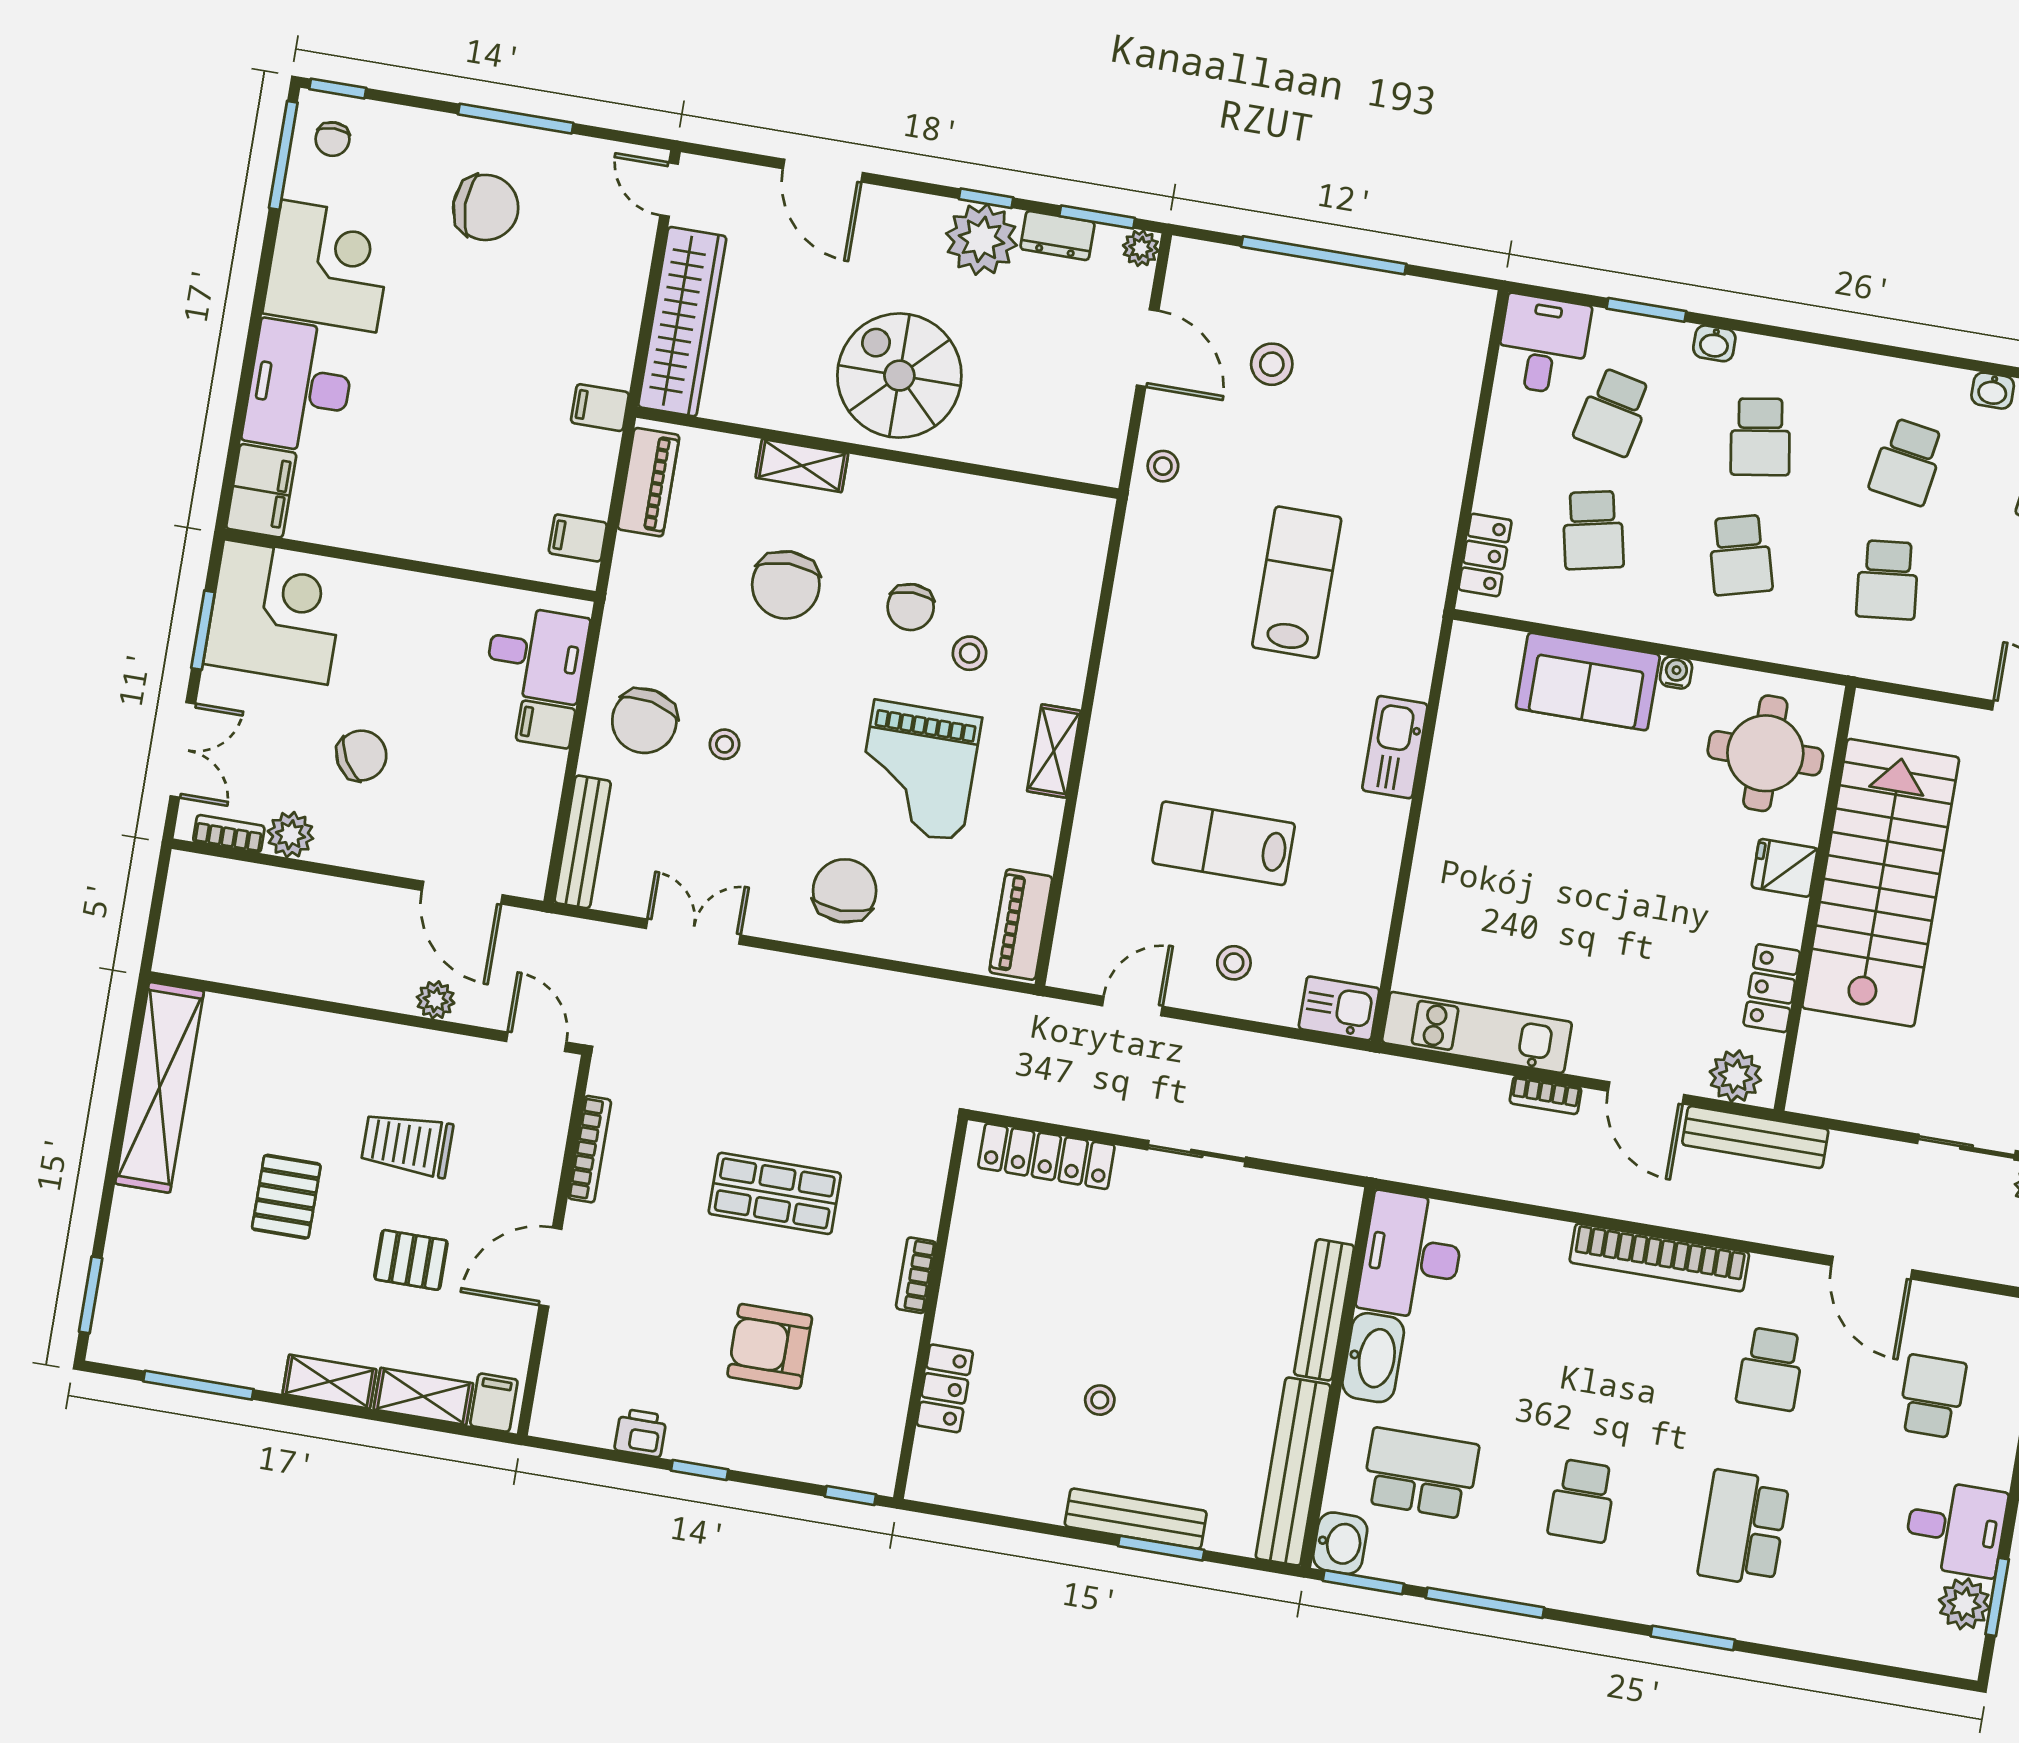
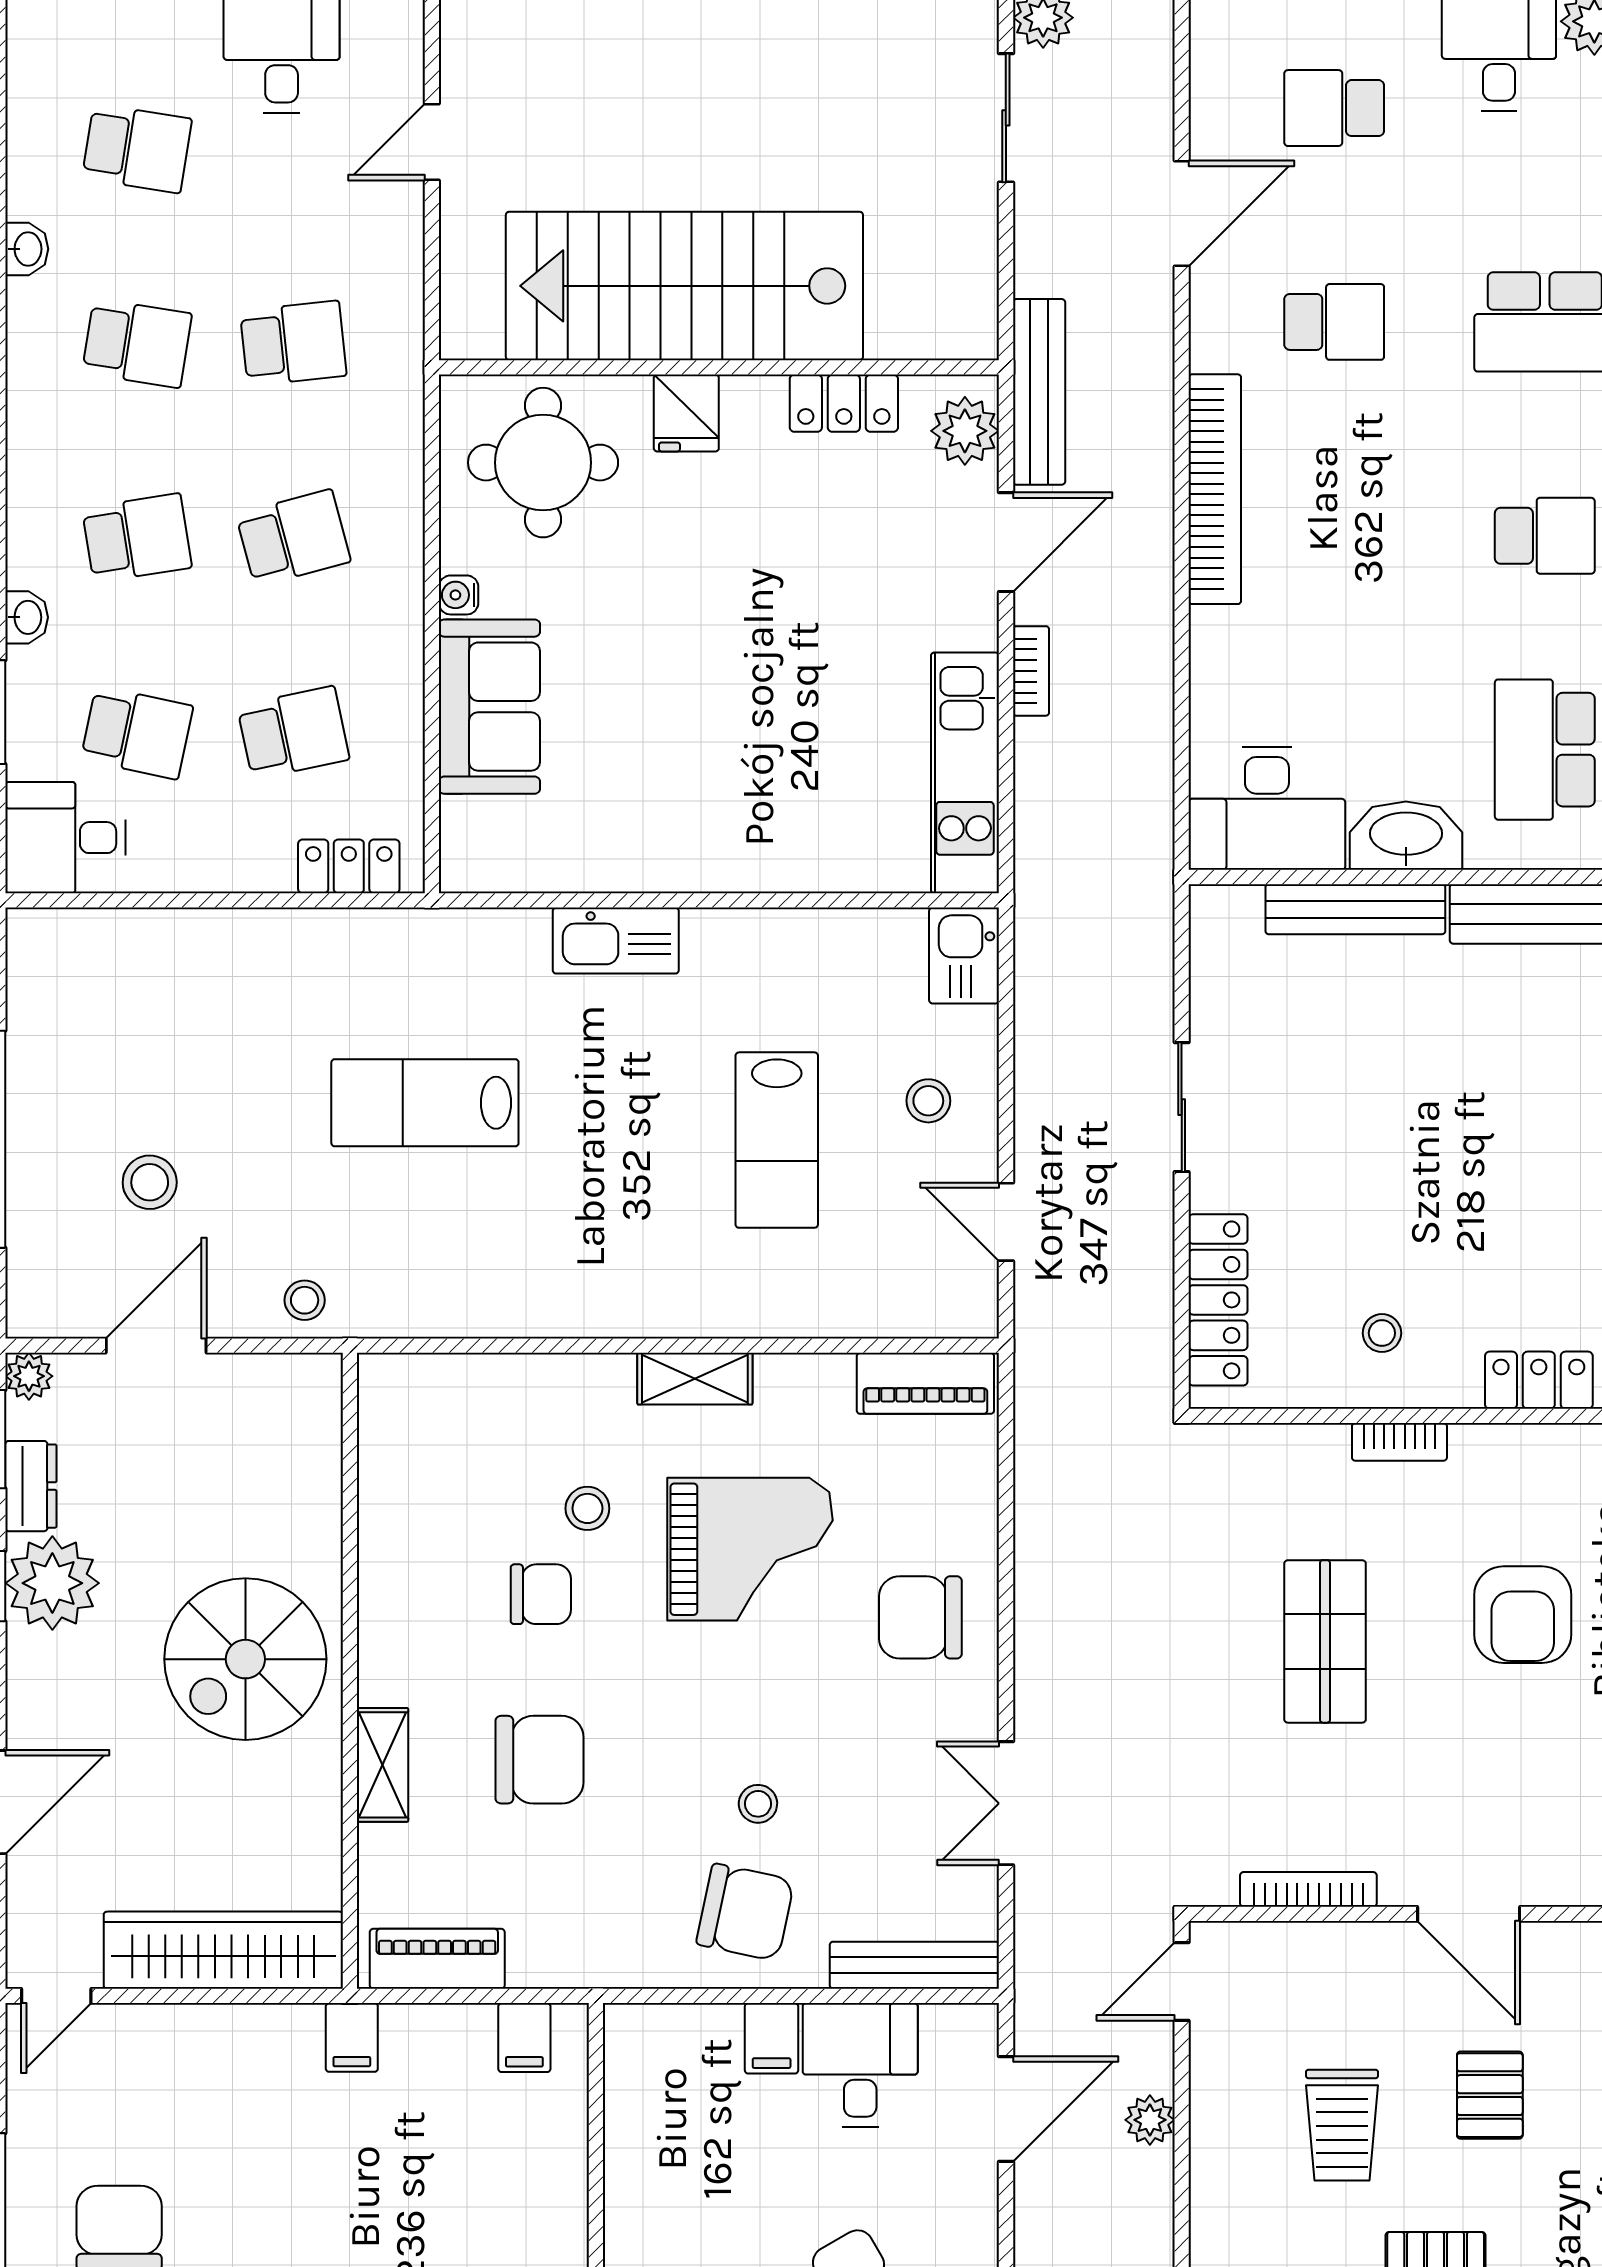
desk: (537, 654) -> (860, 2065), moved
stool: (1100, 1400) -> (1382, 1333), moved

